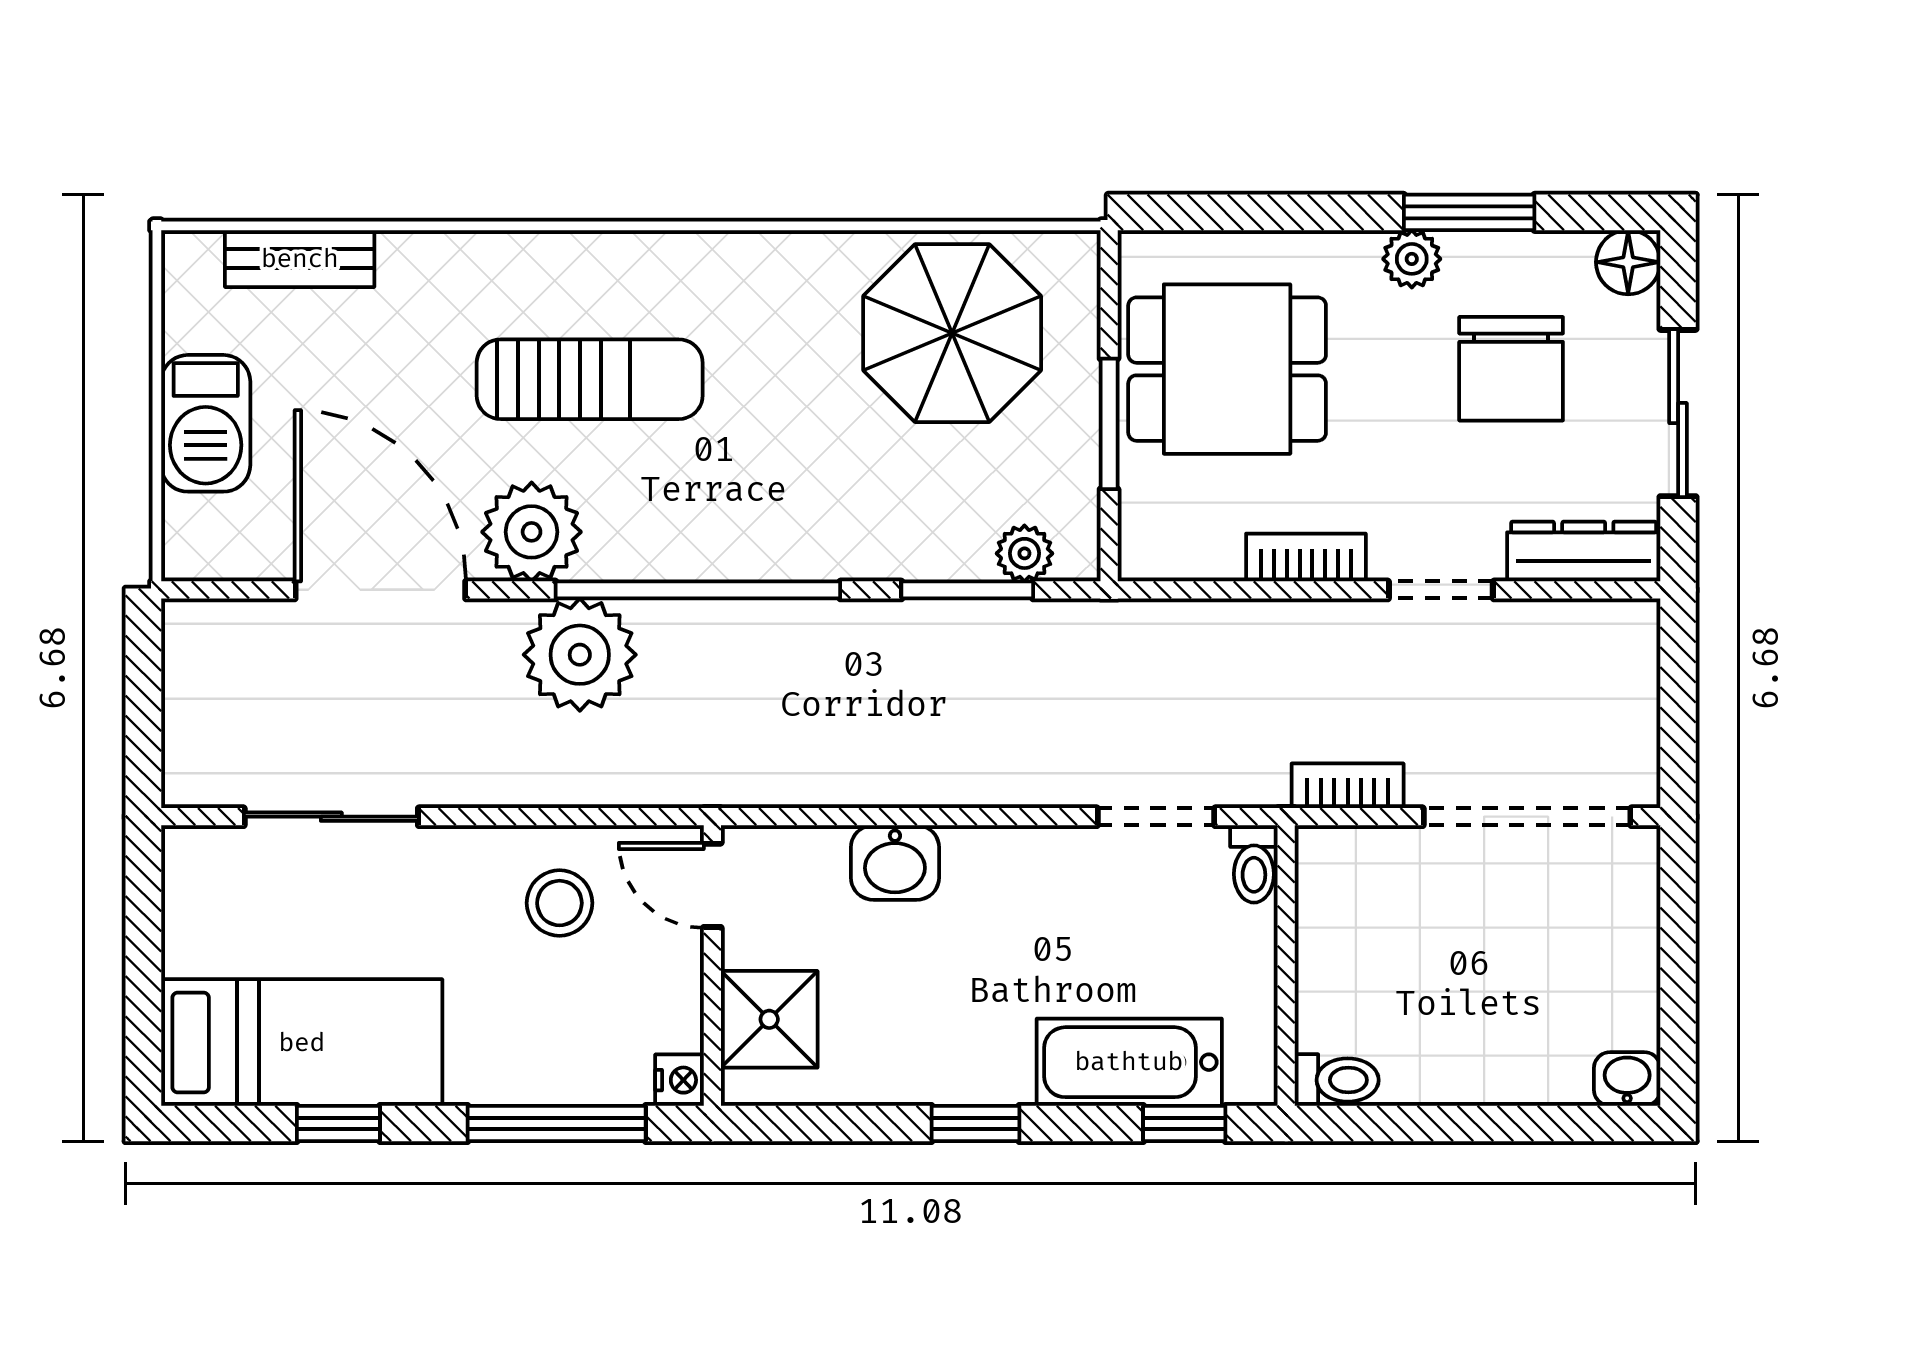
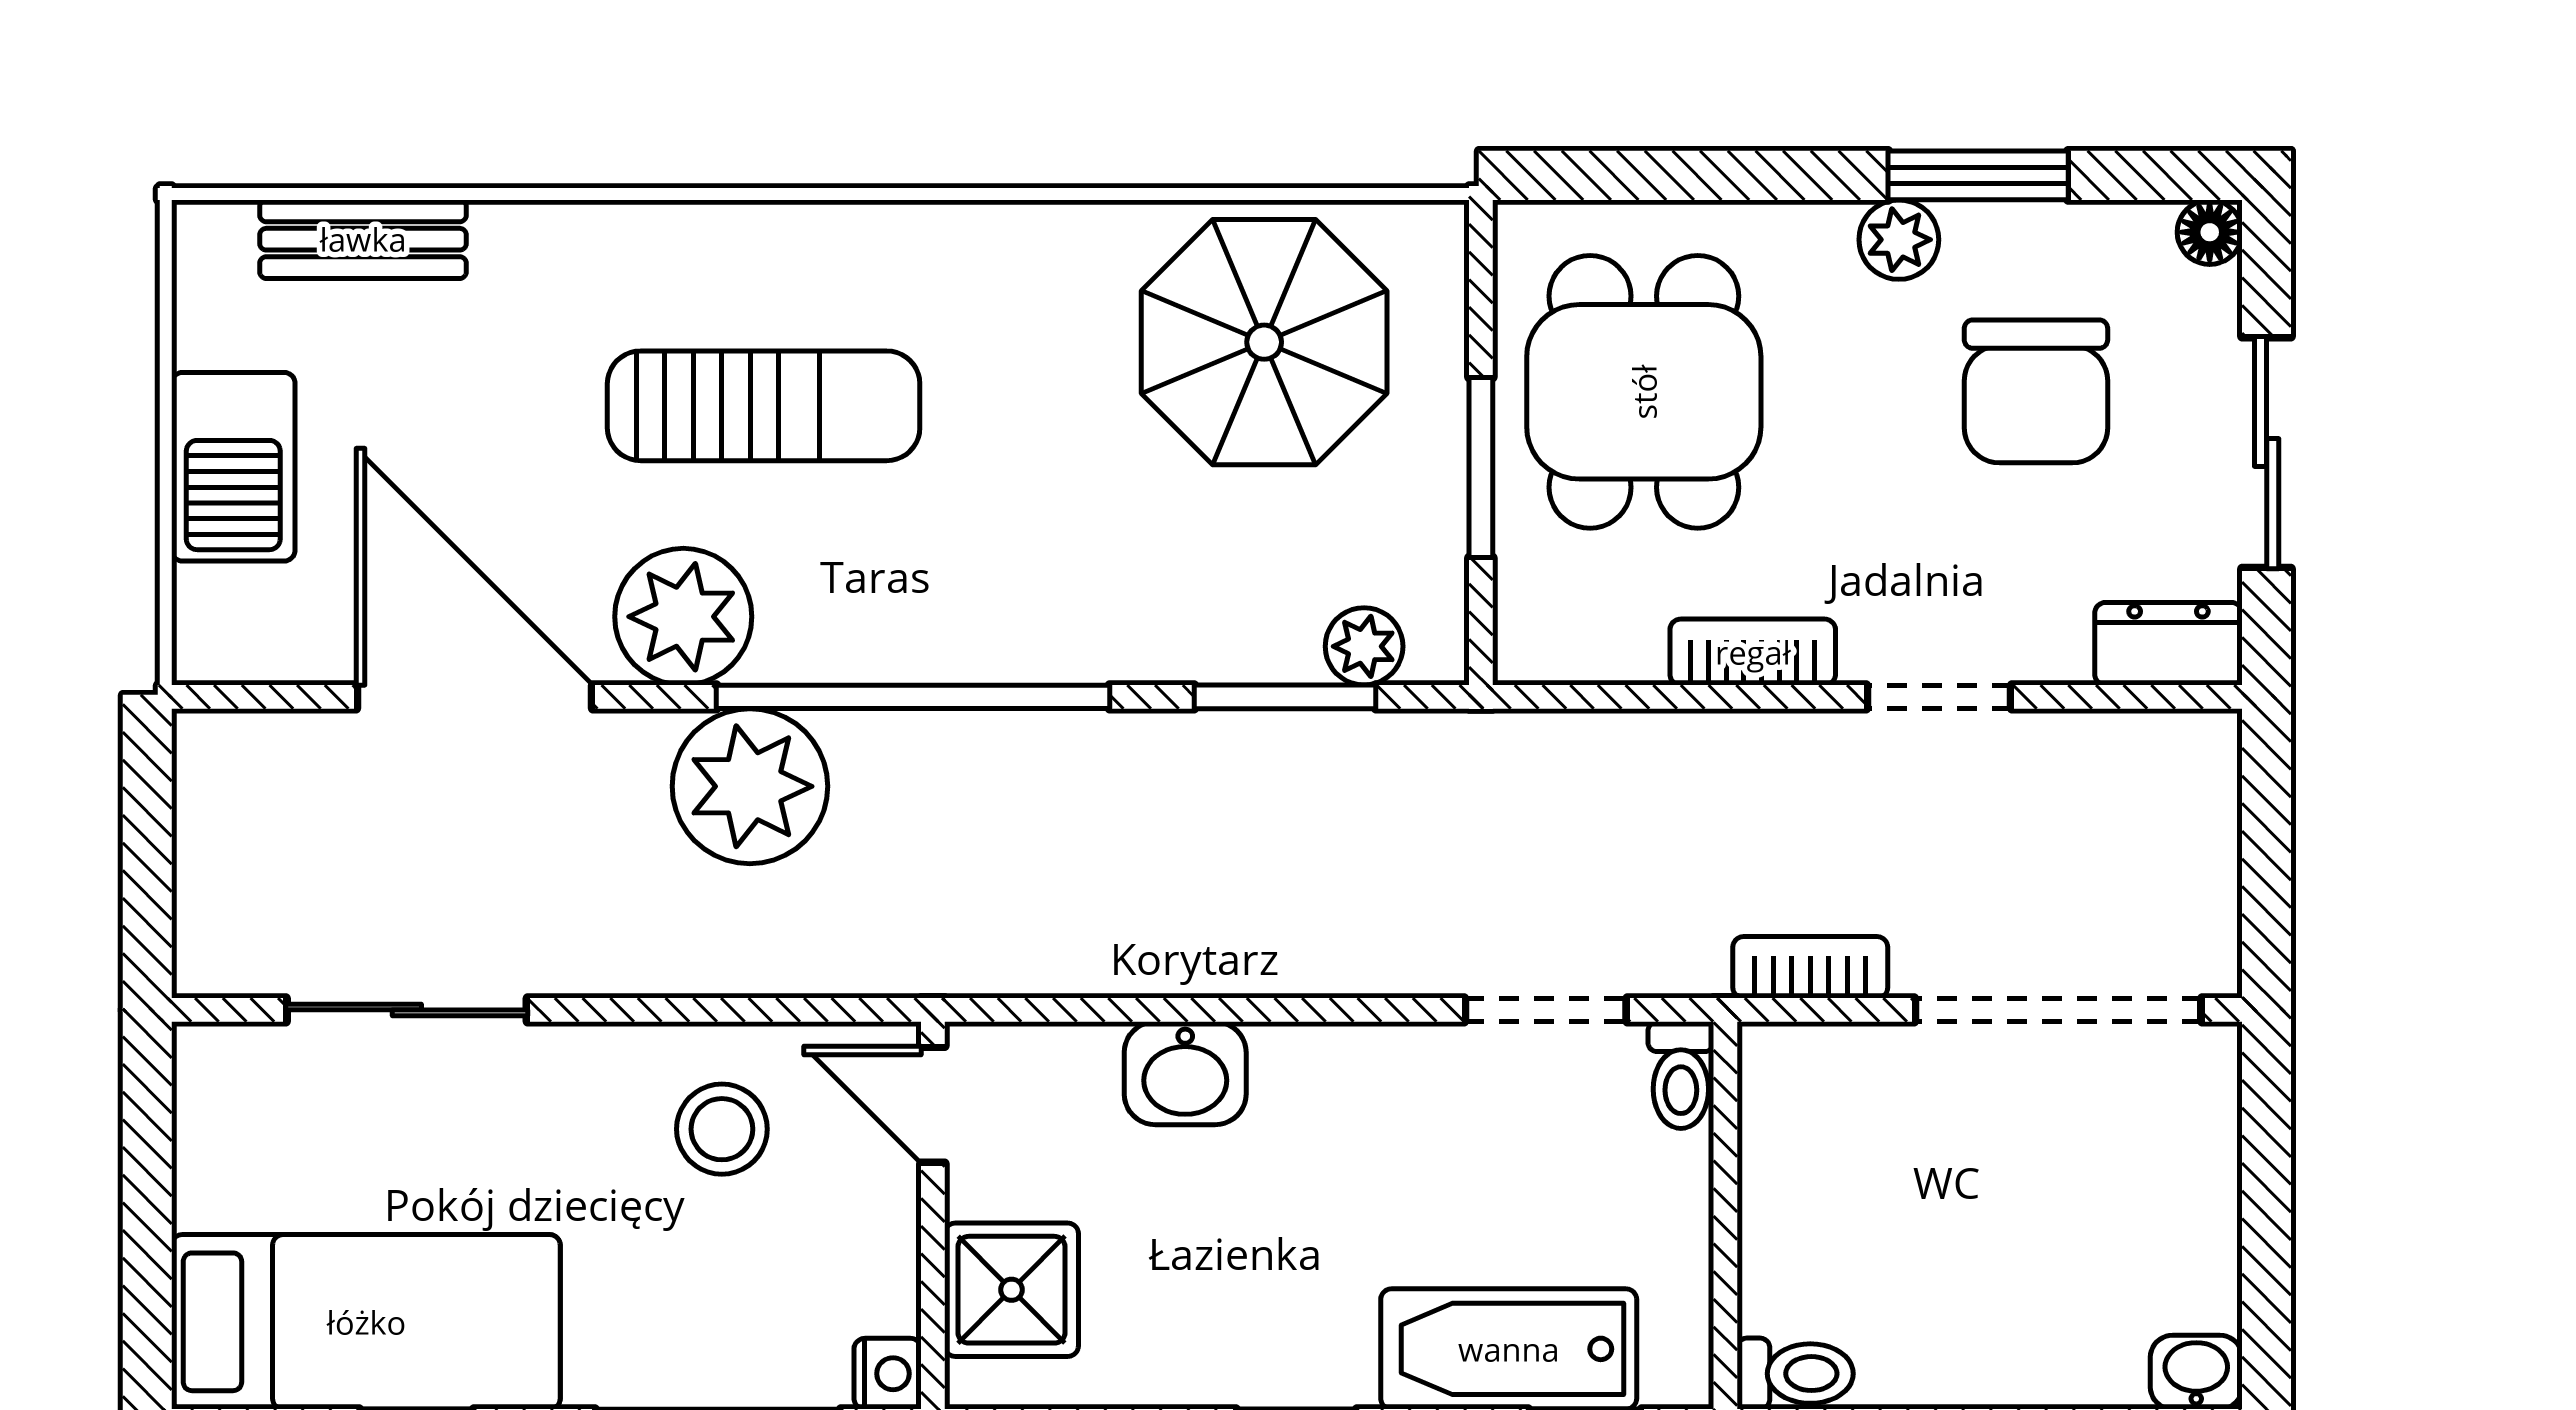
floor lamp: (1628, 262) -> (2210, 232), width x0.73, depth x0.73
dining table: (1227, 369) -> (1644, 392), turned 90
dresser: (1584, 552) -> (2168, 644), width x0.70

